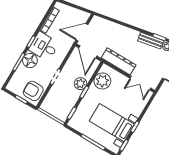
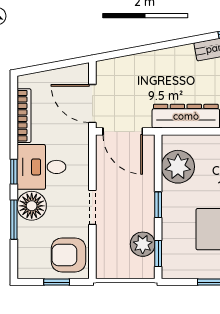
door: (82, 32) -> (92, 104), hinge flipped
plant: (80, 84) -> (143, 244), moved

